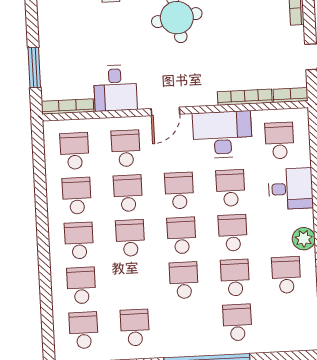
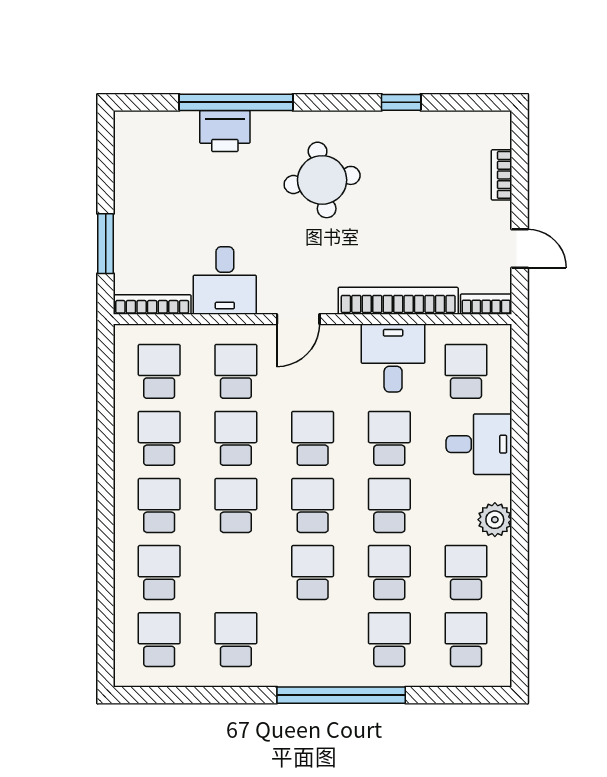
bookcase: (245, 97) -> (398, 301), width x1.48, depth x1.31
desk: (222, 135) -> (393, 358), width x0.73
school desk: (289, 320) -> (466, 640), added

